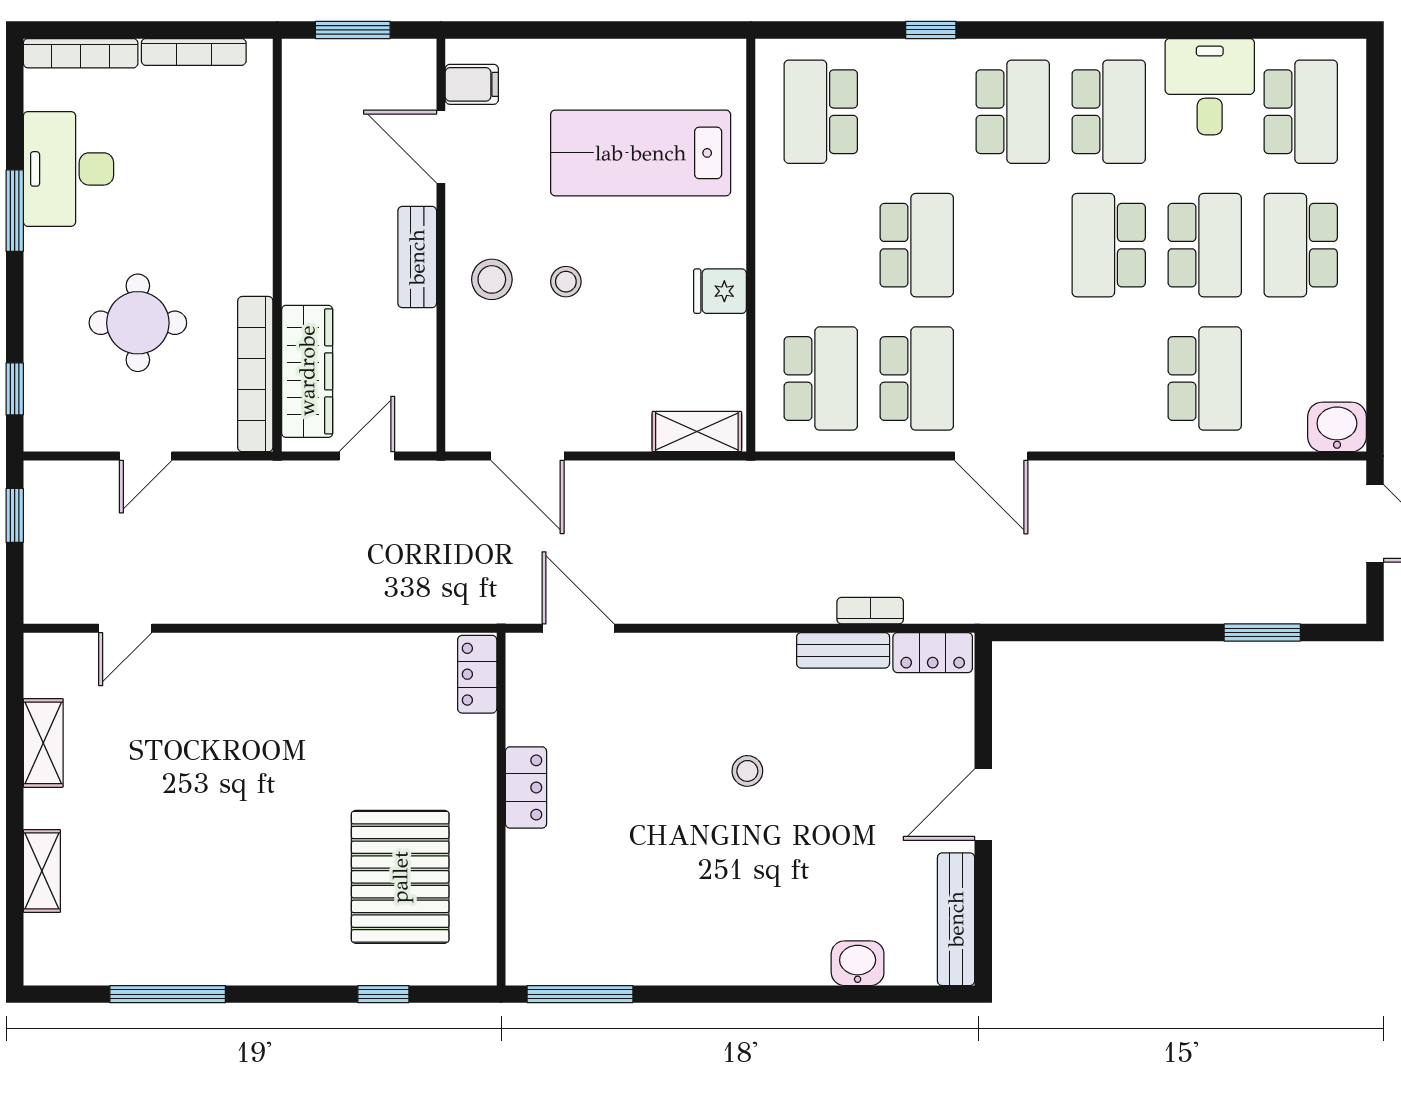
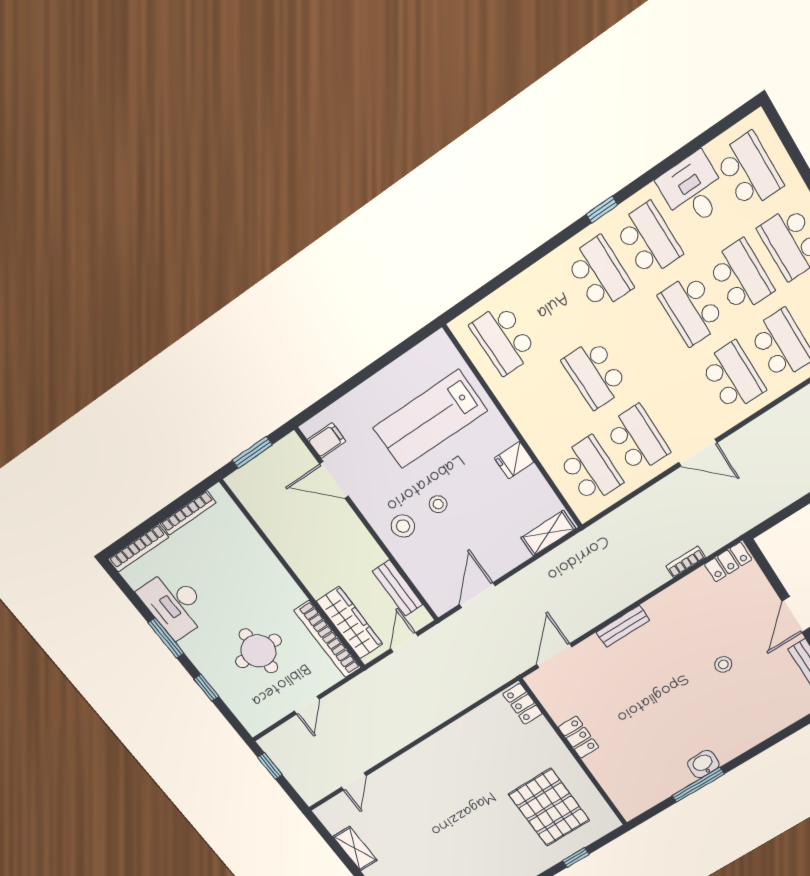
window: (931, 30) -> (602, 210), moved
school desk: (917, 245) -> (595, 374), turned 180
bench: (417, 257) -> (398, 588), moved
school desk: (1109, 379) -> (733, 377), added
window: (15, 389) -> (206, 688), moved
door: (527, 456) -> (477, 595), swing flipped
door: (578, 628) -> (554, 656), hinge flipped
bench: (843, 650) -> (623, 626), moved
stool: (747, 771) -> (723, 664), moved
washbasin: (858, 963) -> (703, 764), moved
window: (580, 994) -> (698, 785), moved

